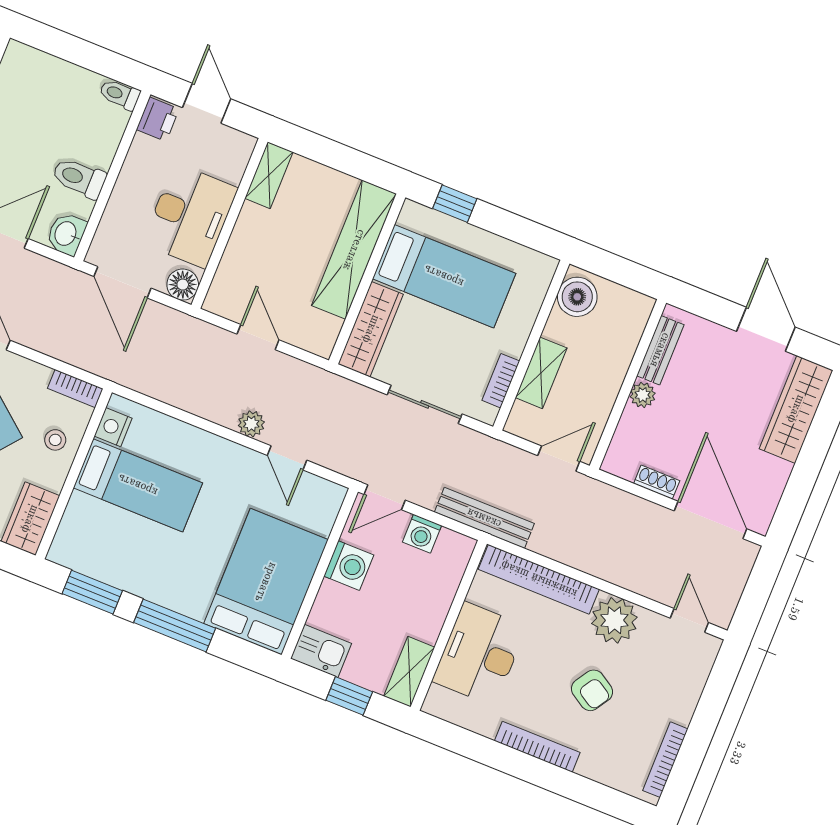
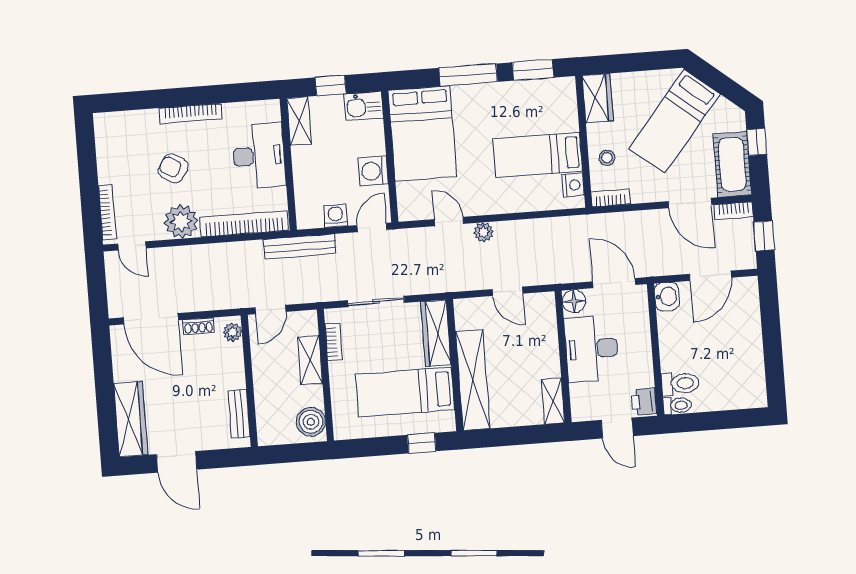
toilet: (79, 178) -> (680, 384), moved
plant: (643, 395) -> (232, 332), moved
bookcase: (665, 760) -> (107, 212), moved

